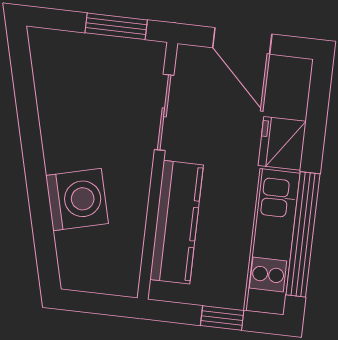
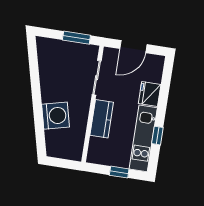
door: (242, 41) -> (133, 47), hinge flipped
kitchen counter: (177, 222) -> (102, 119), width x0.67
window: (303, 234) -> (157, 136), width x0.32

